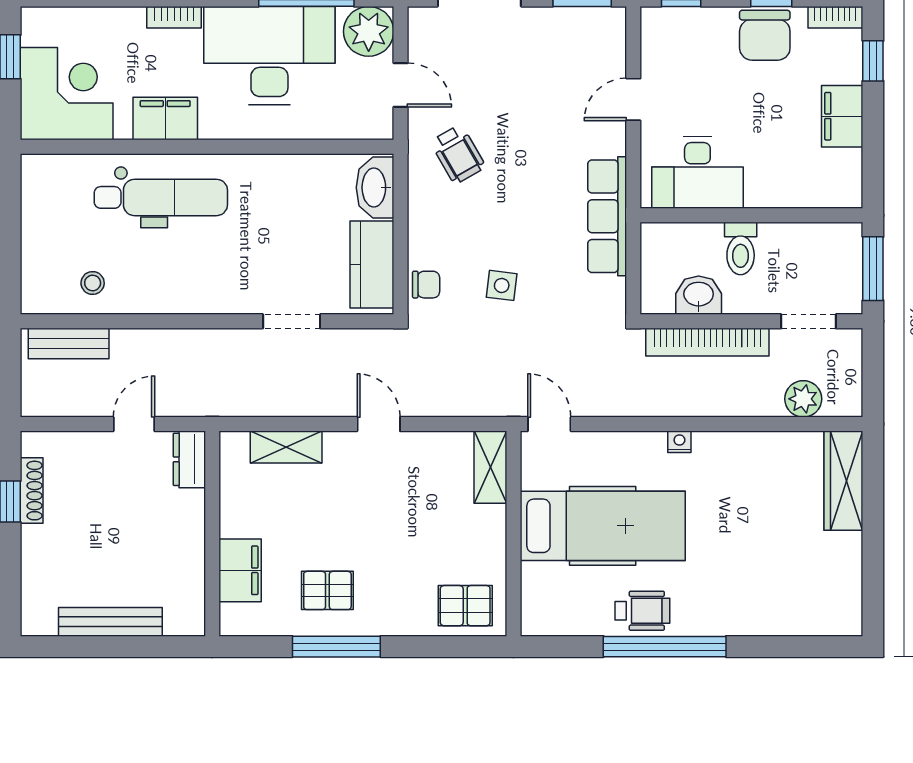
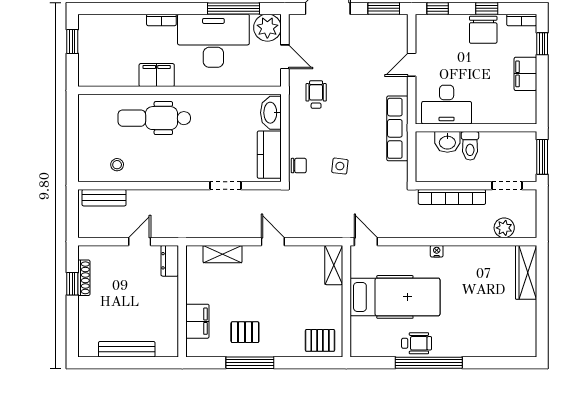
corner desk: (67, 94) -> (103, 62), removed
wheelchair: (458, 154) -> (316, 95), turned -150
dental chair: (161, 197) -> (154, 118), turned 180
washbasin: (699, 295) -> (447, 142), moved, turned 180

